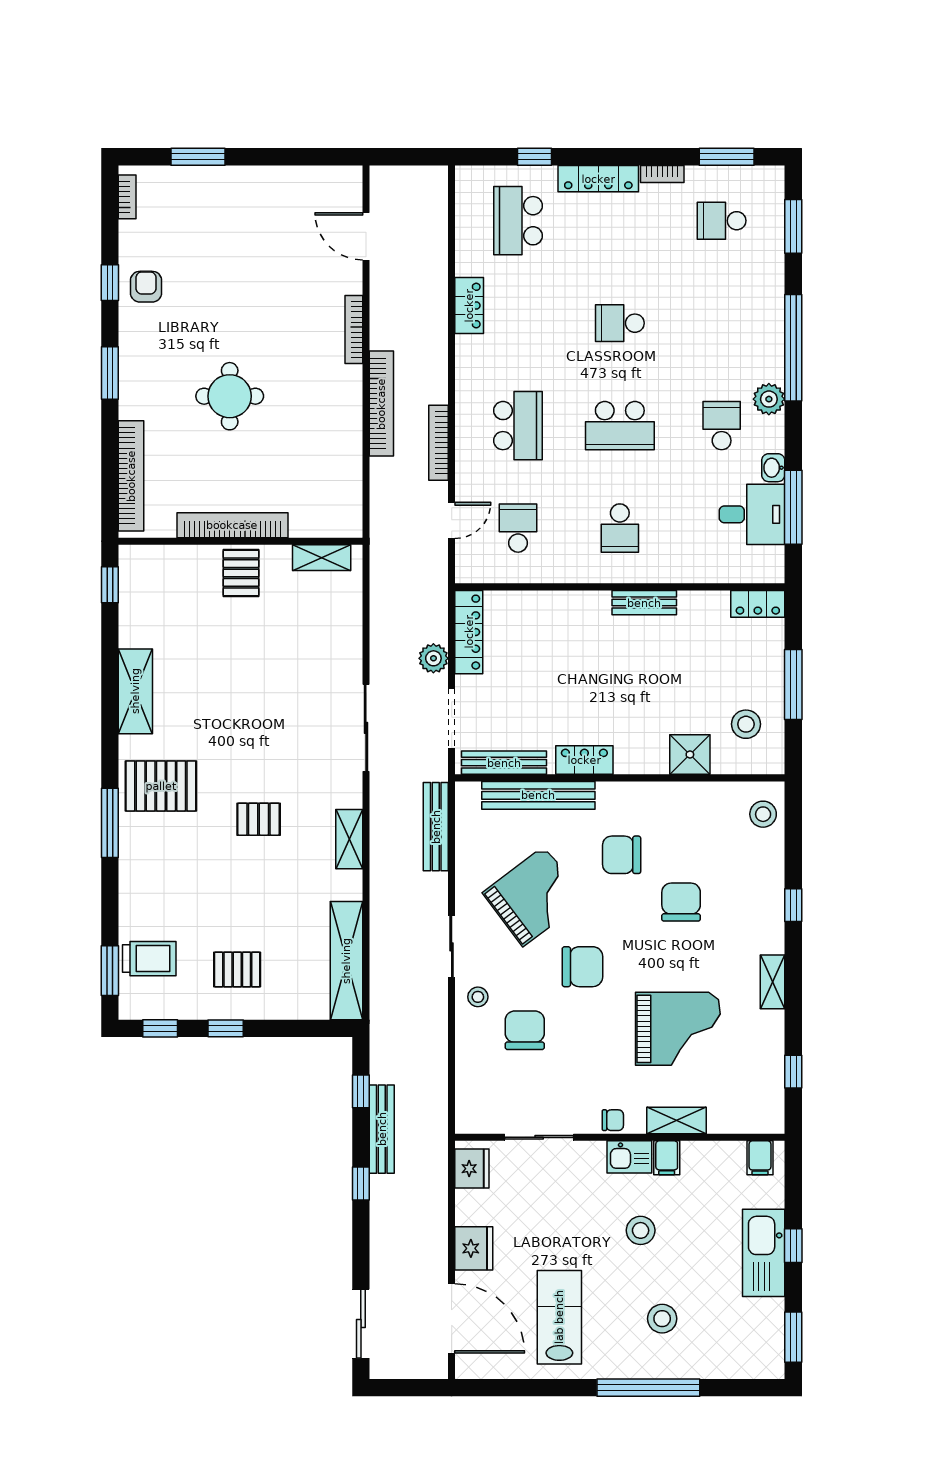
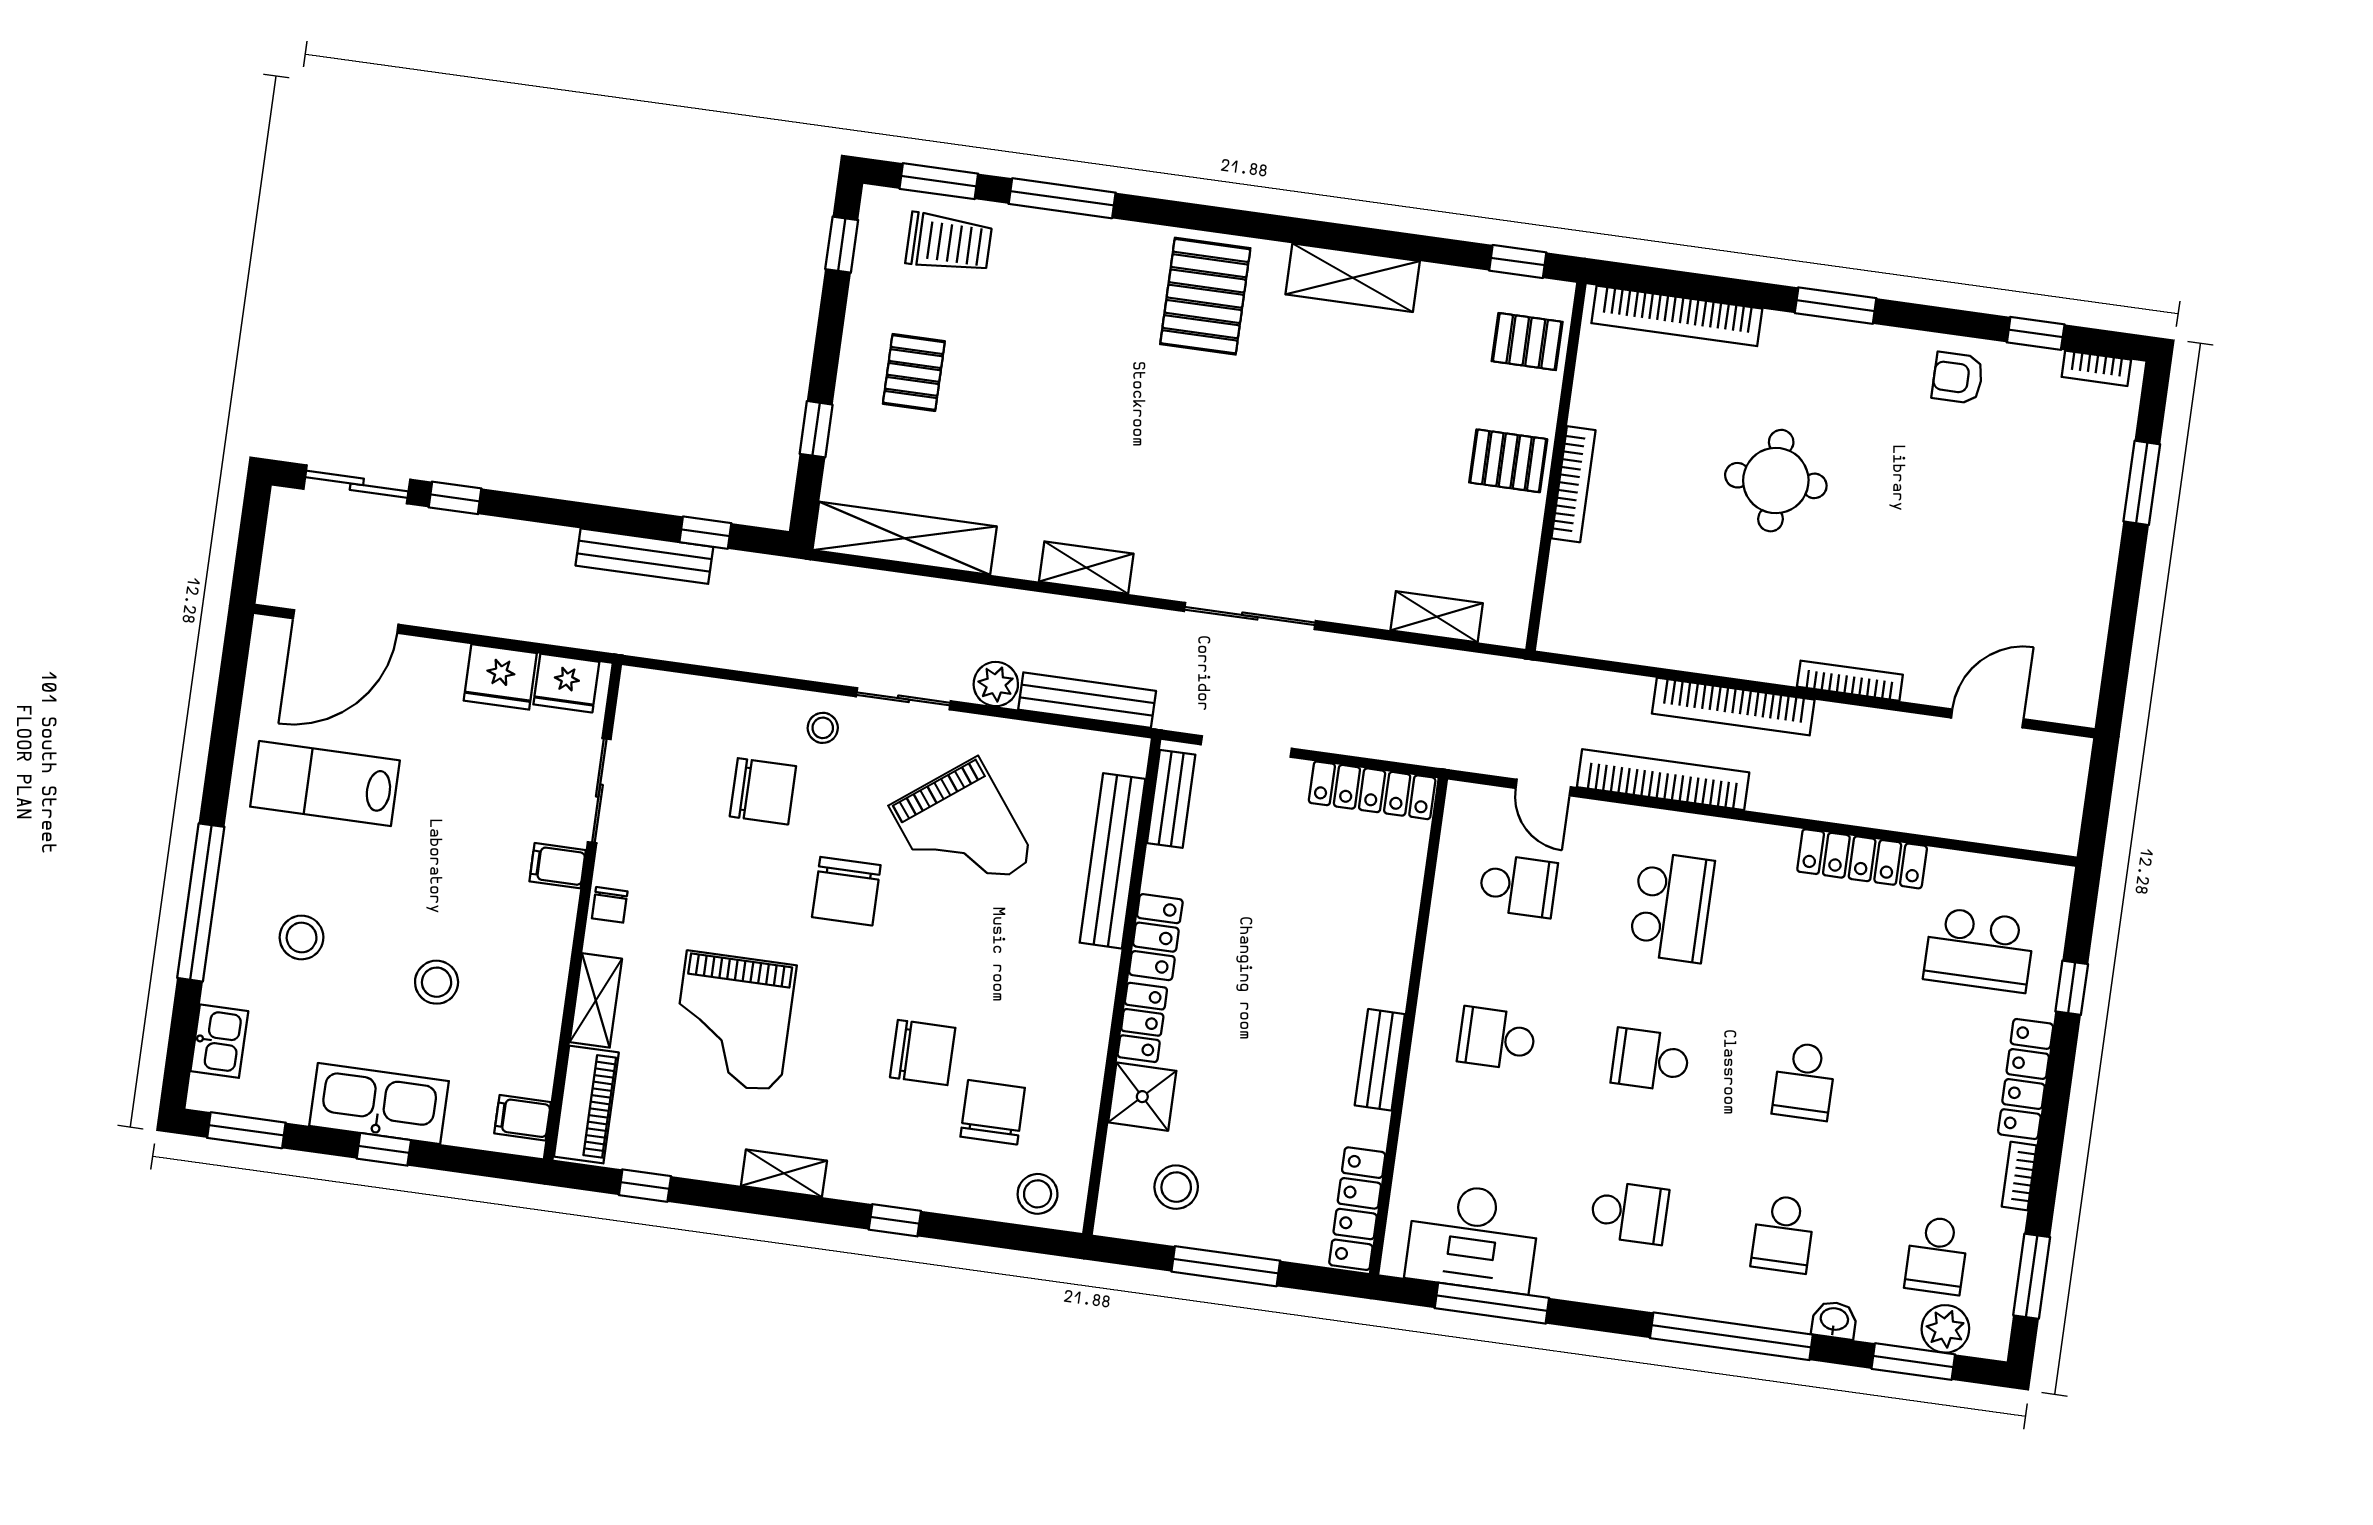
school desk: (518, 221) -> (1979, 950), turned 180
school desk: (722, 221) -> (1937, 1255), turned 180
window: (110, 283) -> (2036, 333), moved
armchair: (146, 287) -> (1958, 378), turned 180
locker: (469, 306) -> (1862, 859), width x1.53
school desk: (620, 323) -> (1804, 1081), turned 180
school desk: (722, 323) -> (1783, 1234), added
plant: (769, 399) -> (1945, 1329), moved
school desk: (518, 426) -> (1672, 907), turned -90
school desk: (620, 426) -> (1651, 1060), width x0.54
bookcase: (438, 443) -> (1663, 780), width x1.48, depth x1.31
washbasin: (773, 468) -> (1834, 1320), moved
desk: (752, 514) -> (1473, 1237), width x1.37
bookcase: (232, 525) -> (1573, 484), width x0.68, depth x0.76
shelving: (322, 558) -> (1437, 617), moved, turned 90
locker: (758, 604) -> (1357, 1209), width x1.53
plant: (433, 658) -> (996, 684), moved
locker: (641, 761) -> (1142, 1022), added
bench: (504, 763) -> (1171, 799), width x0.73
pallet: (259, 819) -> (1527, 342), moved, turned 90
window: (110, 823) -> (1062, 198), moved
chair: (622, 855) -> (993, 1112), moved
trolley: (149, 959) -> (949, 243), turned -90
window: (226, 1028) -> (816, 429), moved
piano: (746, 1117) -> (586, 1104), added
kitchen sink: (629, 1157) -> (219, 1041), moved, turned 180
filing cabinet: (667, 1158) -> (558, 866), moved
window: (361, 1183) -> (455, 498), moved
stool: (641, 1230) -> (437, 982), moved
fridge: (474, 1248) -> (500, 677), moved
lab bench: (559, 1317) -> (325, 784), turned 180

